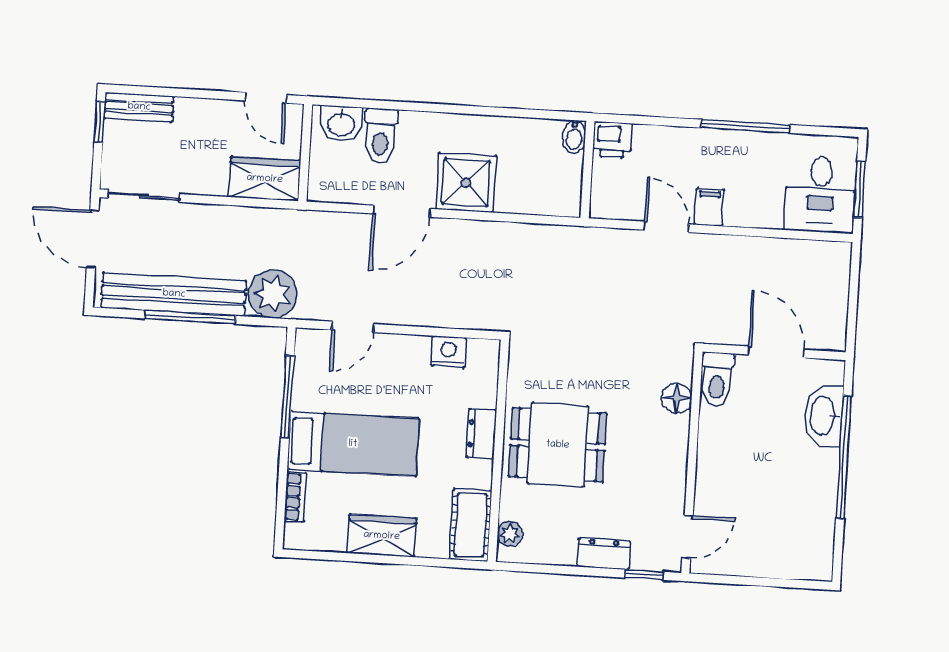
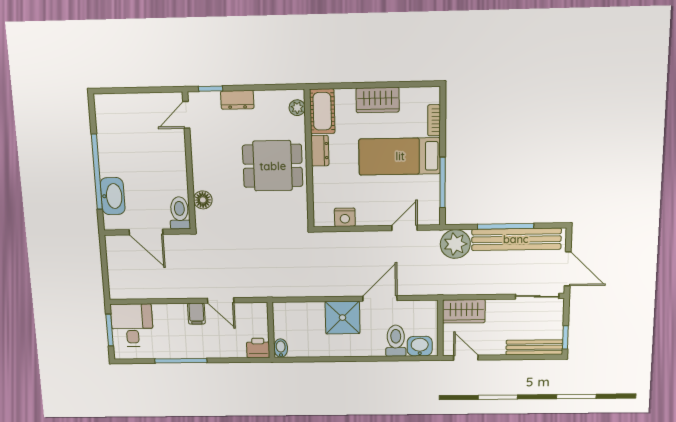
bench: (139, 107) -> (534, 347), width x1.36
dresser: (482, 434) -> (320, 151), moved

